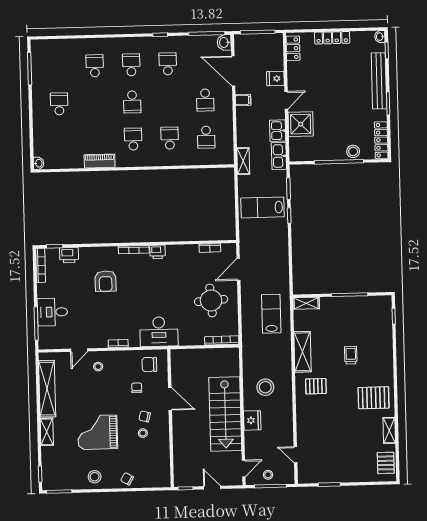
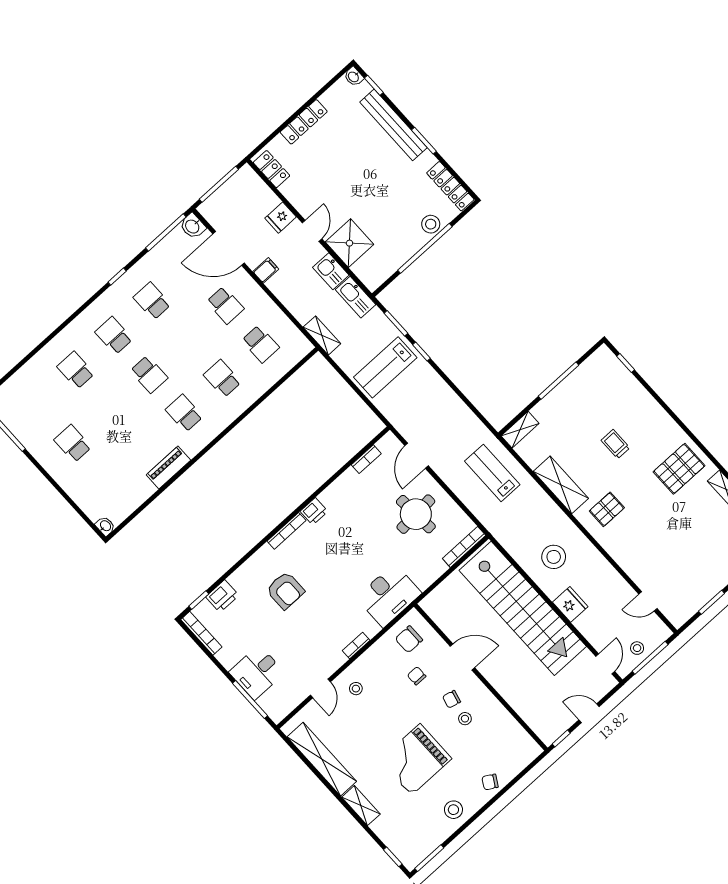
stairs: (225, 414) -> (523, 608), width x1.36

